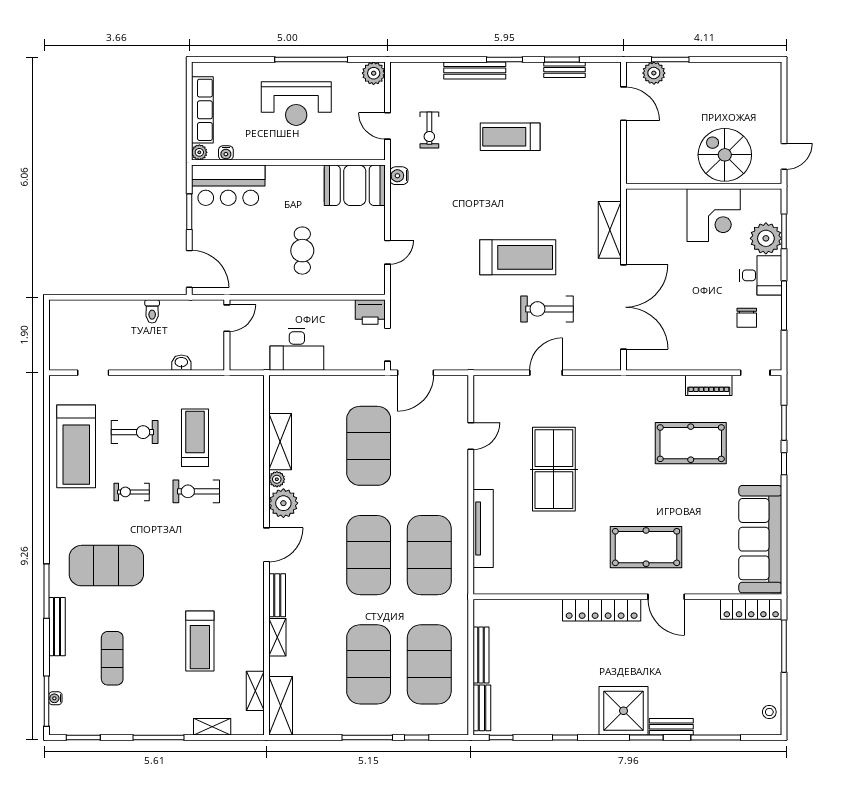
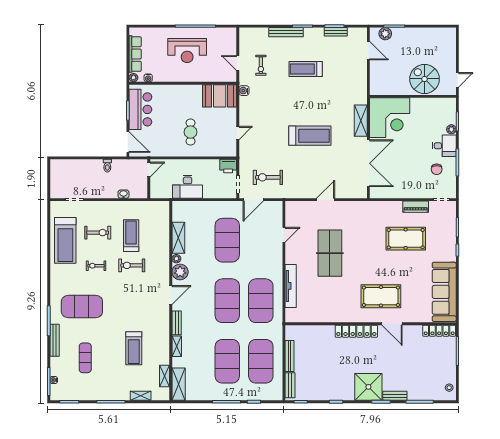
plant: (374, 73) -> (230, 34), removed
bar counter: (228, 185) -> (140, 109), moved, turned -90
corner desk: (714, 215) -> (390, 118), moved, width x1.36, depth x1.36
plant: (766, 238) -> (451, 129), width x0.53, depth x0.53
exercise bike: (547, 309) -> (268, 177), moved

